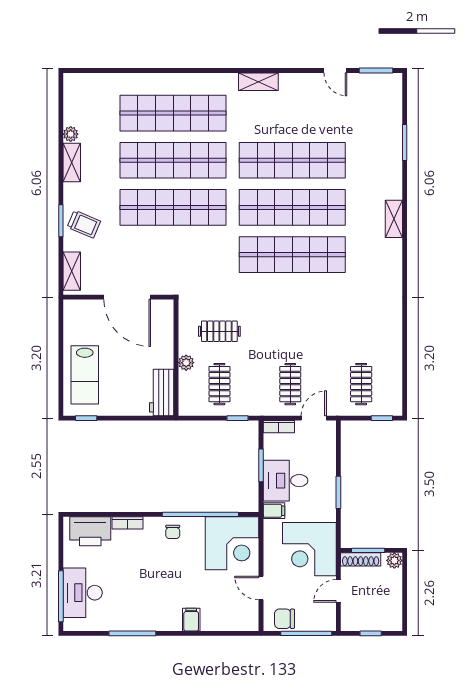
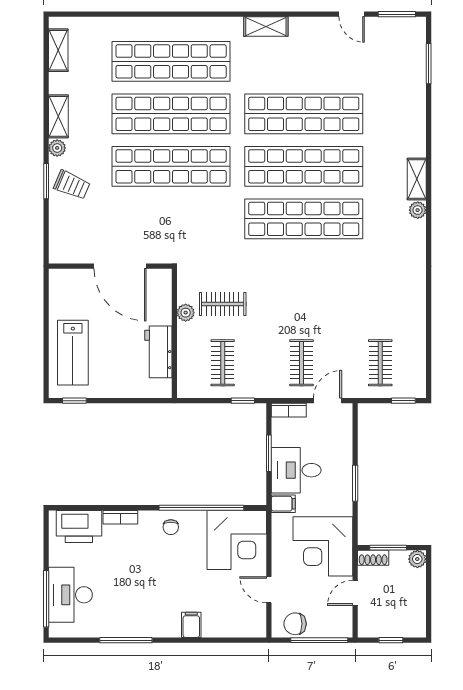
plant: (71, 134) -> (57, 148), moved
window: (405, 143) -> (429, 64), moved
plant: (395, 247) -> (418, 210), added
shelving: (72, 271) -> (58, 50), moved
plant: (186, 363) -> (186, 313), moved
workbench: (162, 392) -> (158, 352), moved
shoe rack: (361, 559) -> (373, 558), width x0.70

